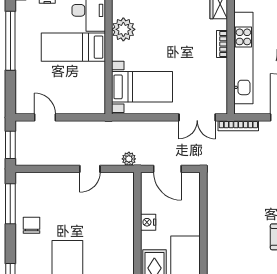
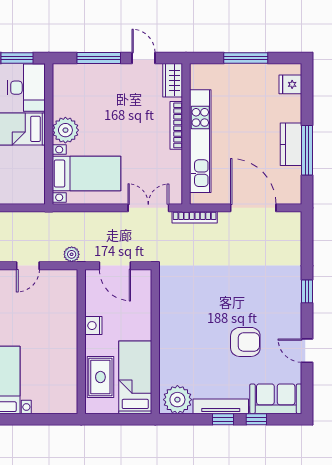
plant: (123, 29) -> (65, 130), moved
bookcase: (222, 44) -> (176, 125), width x1.56
double door: (197, 117) -> (148, 208), swing flipped

